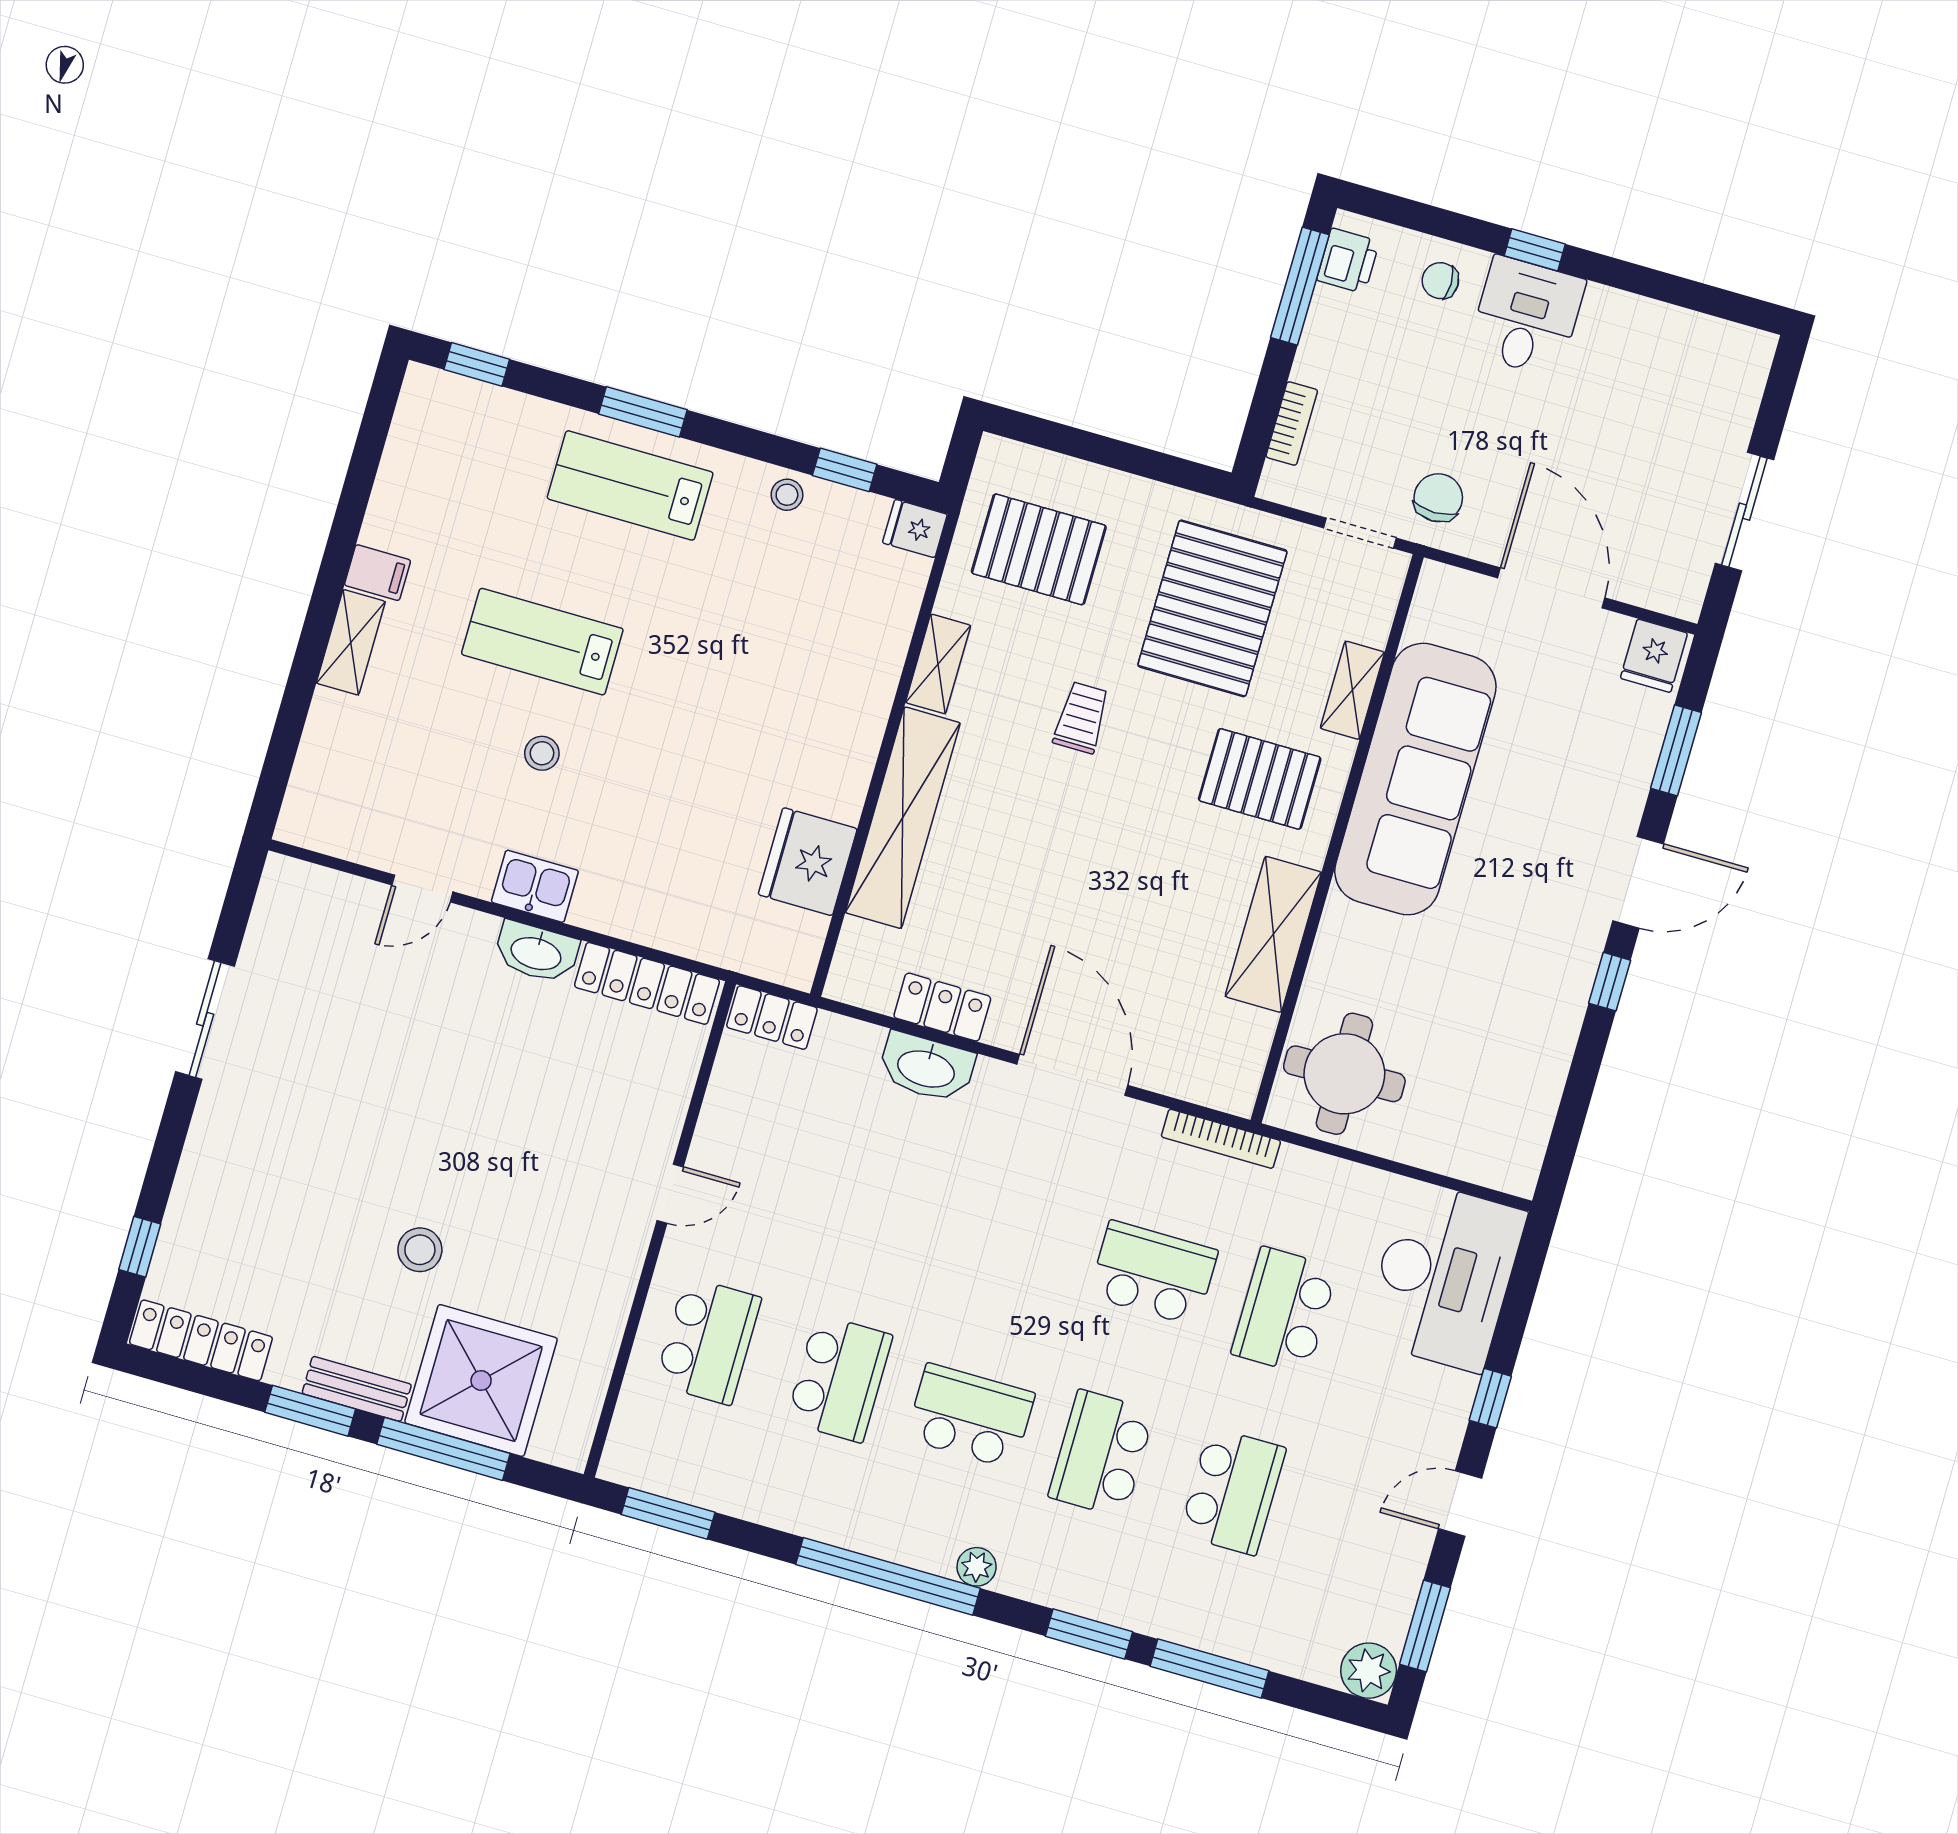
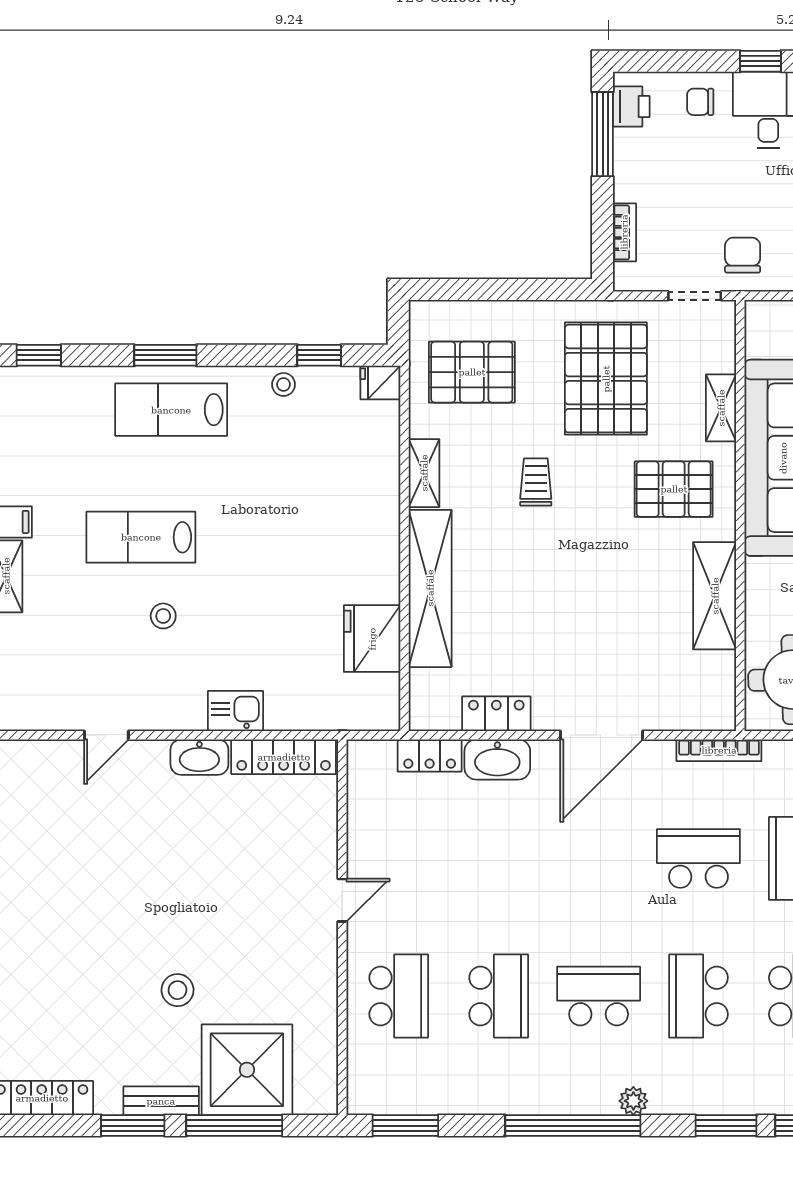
kitchen sink: (535, 886) -> (236, 711), moved
locker: (772, 1018) -> (430, 756), moved
door: (1072, 1075) -> (601, 735), swing flipped

